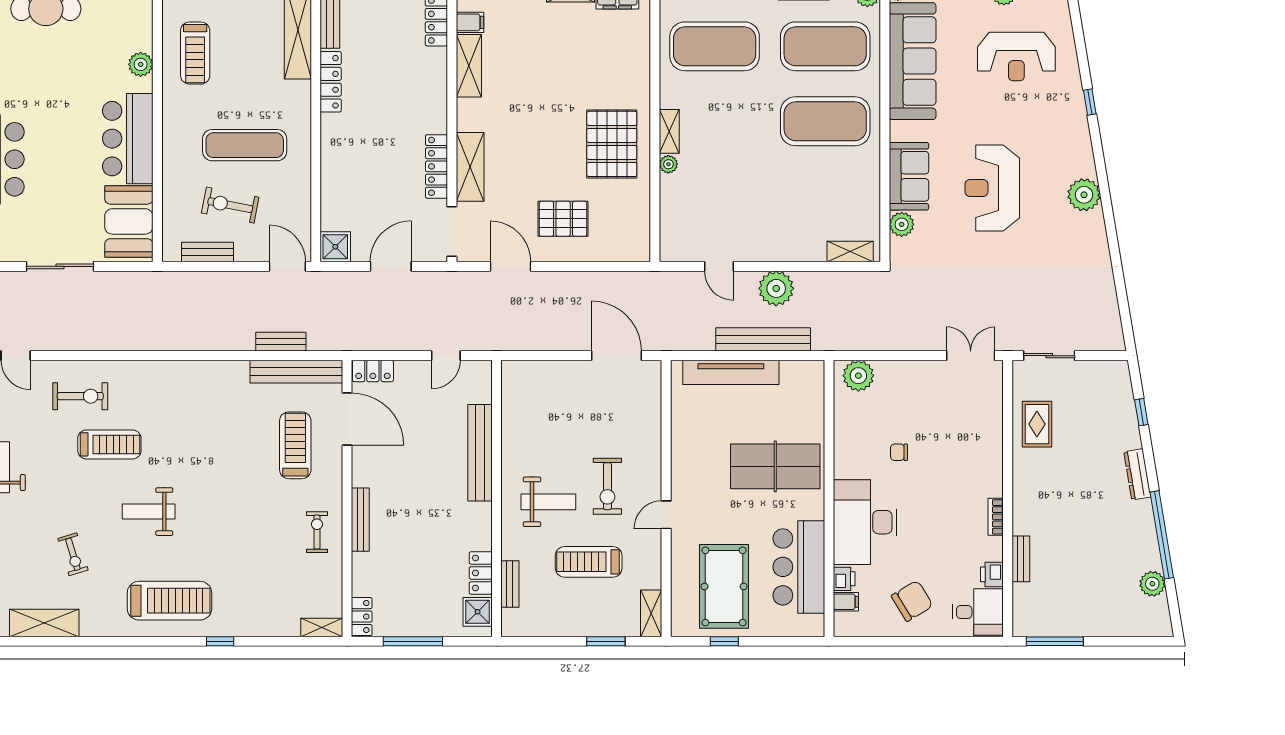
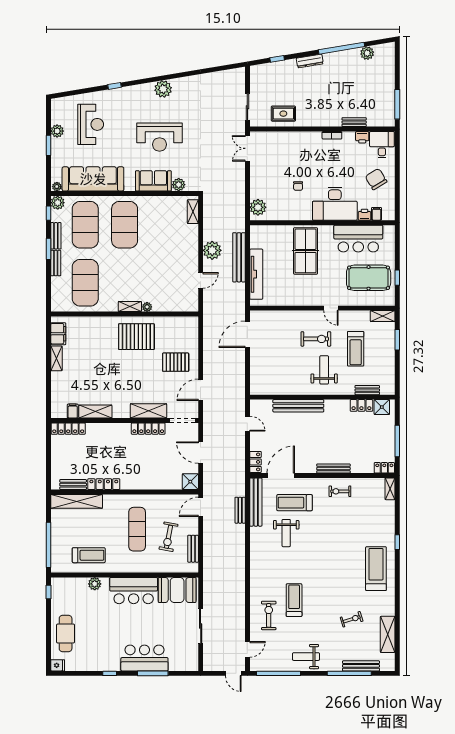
pallet: (563, 219) -> (176, 362), turned 90
weight bench: (149, 512) -> (286, 533), moved

